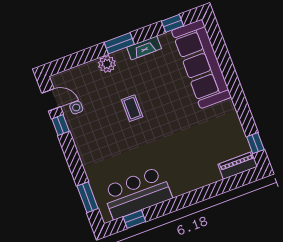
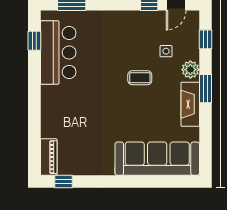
window: (172, 23) -> (205, 39), moved
fireplace: (144, 48) -> (190, 104), width x1.37, depth x1.32
side table: (76, 108) -> (166, 51), moved

